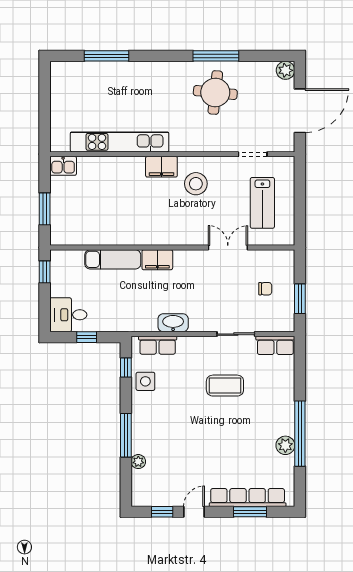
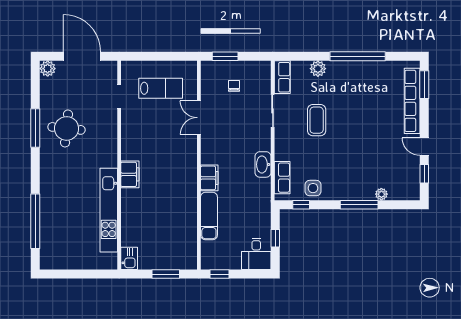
window: (106, 56) -> (35, 221), width x1.46
stool: (196, 184) -> (144, 145), removed
window: (300, 299) -> (225, 56), moved
plant: (285, 445) -> (318, 69), moved
window: (250, 512) -> (424, 85), moved

